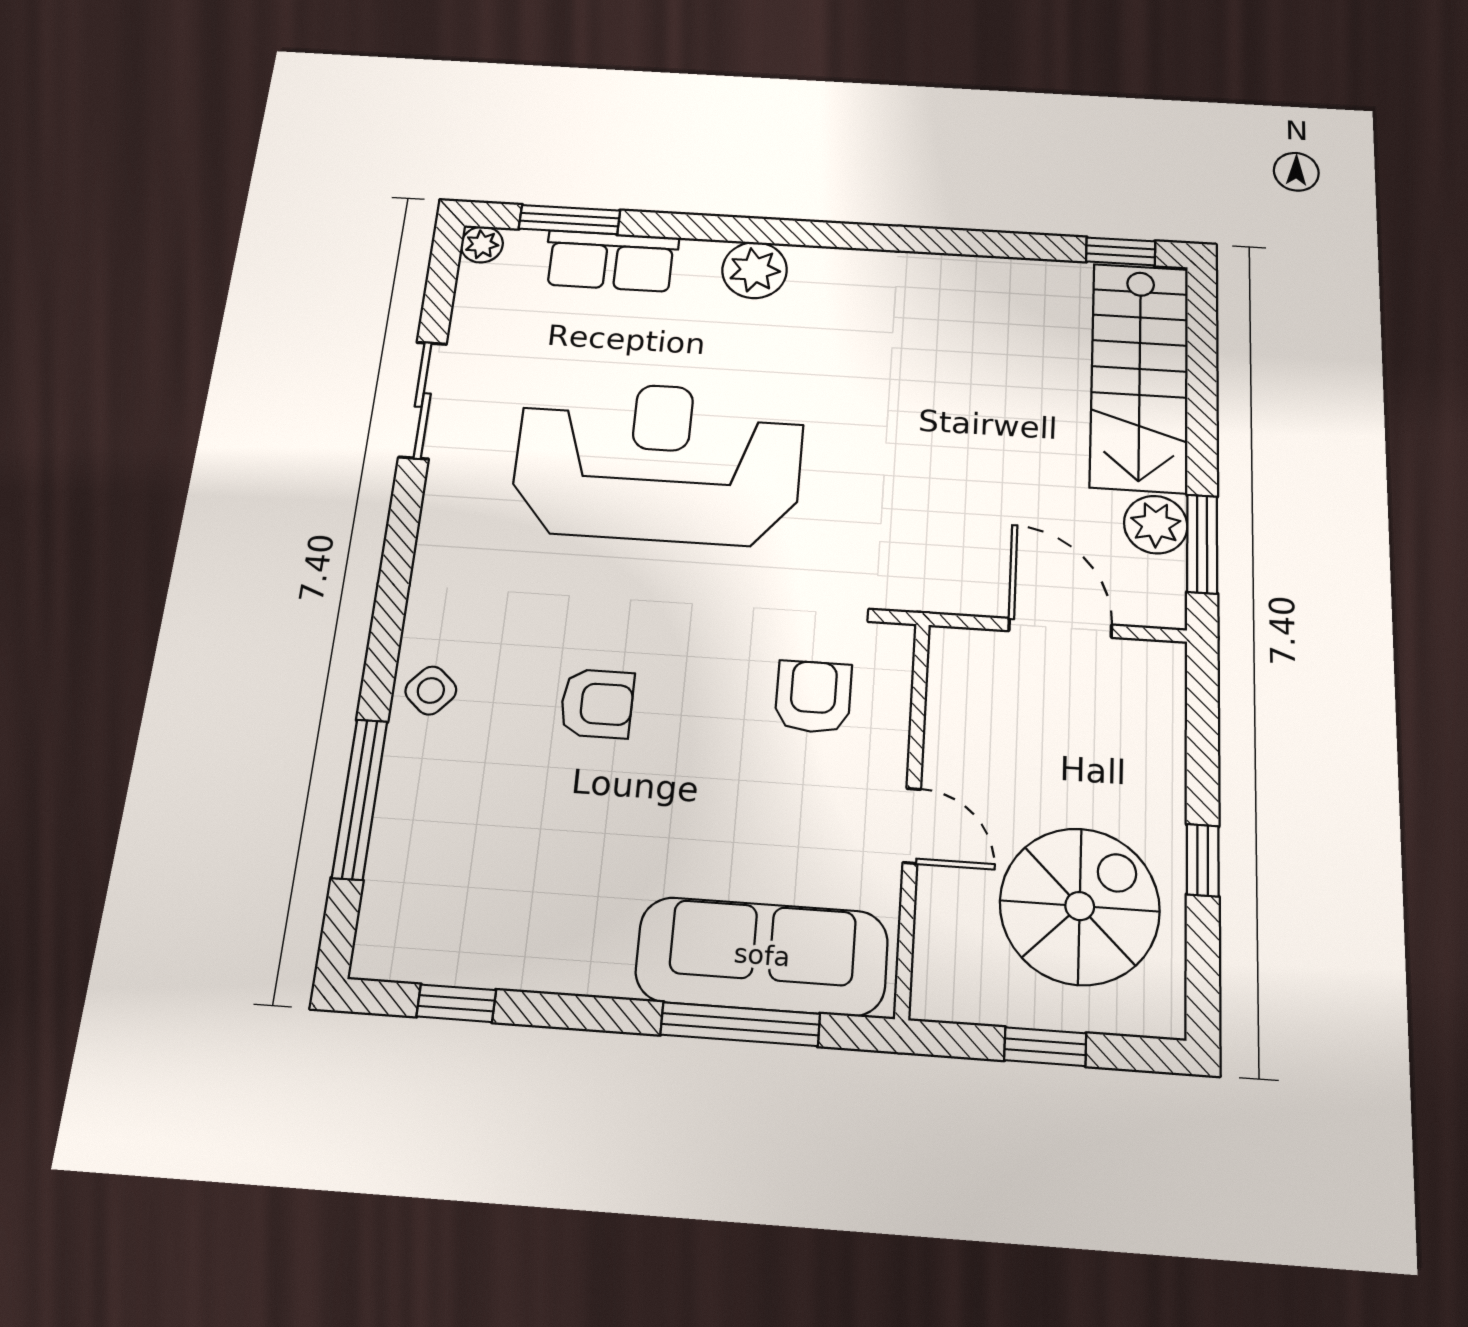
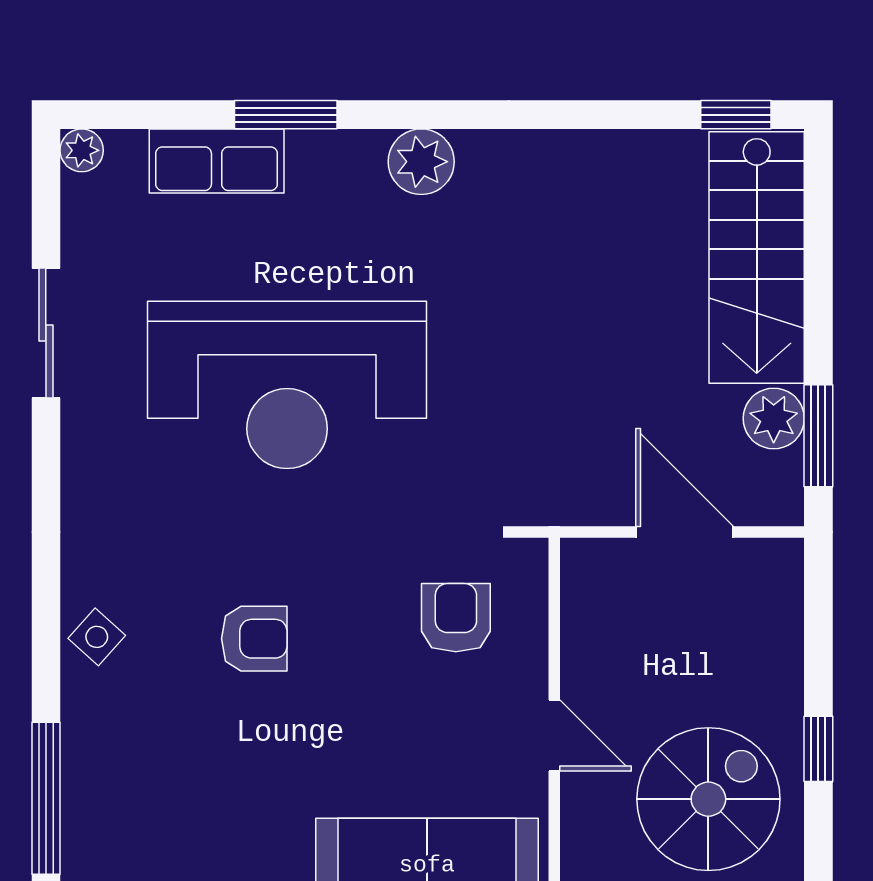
window: (569, 220) -> (286, 115), moved
plant: (755, 270) -> (421, 162), moved
reception desk: (658, 462) -> (287, 385), turned 180
window: (360, 799) -> (46, 798), moved

